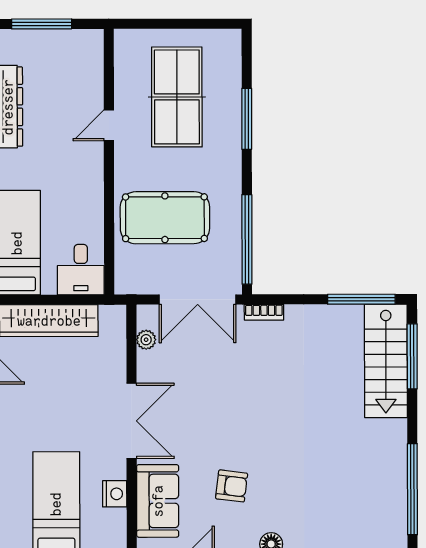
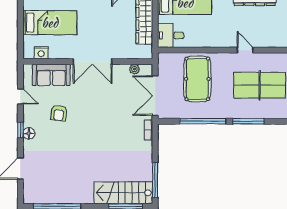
window: (247, 239) -> (203, 121), moved
nightstand: (115, 494) -> (41, 53), moved

